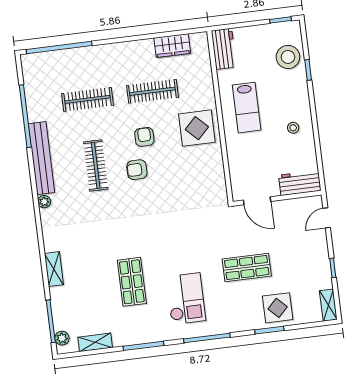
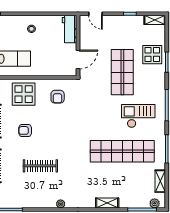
bench: (41, 158) -> (31, 202), removed
armchair: (137, 170) -> (58, 97), moved
shop shelf: (247, 268) -> (122, 72), width x1.43, depth x1.36
shop shelf: (132, 282) -> (122, 151), width x2.00, depth x1.36

